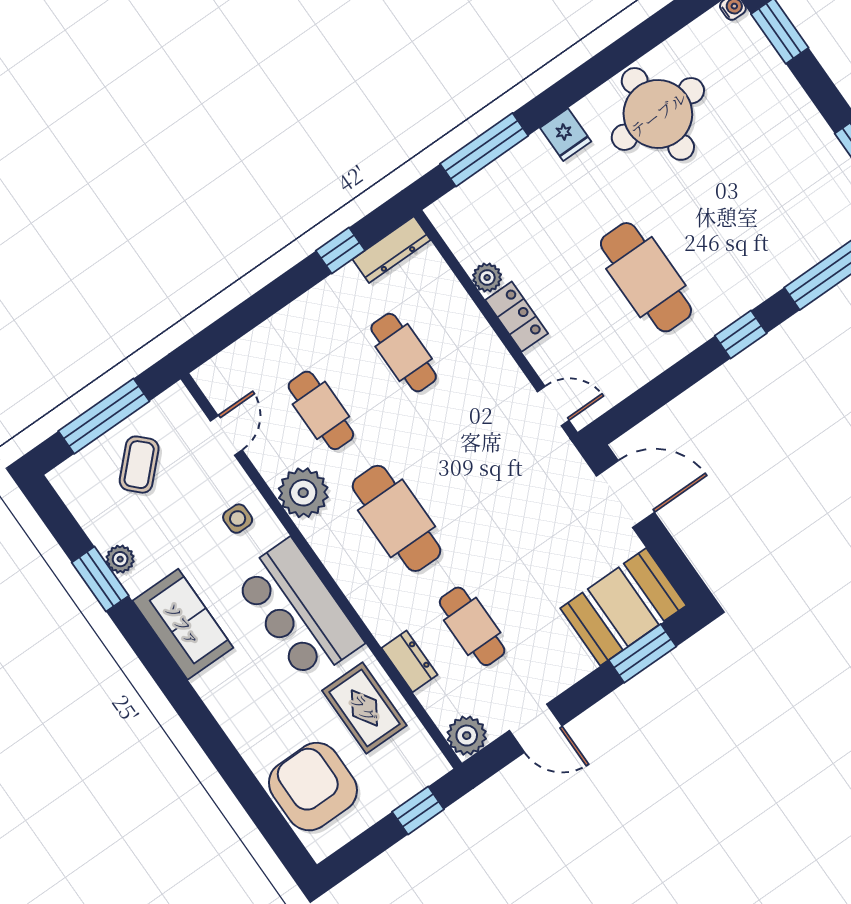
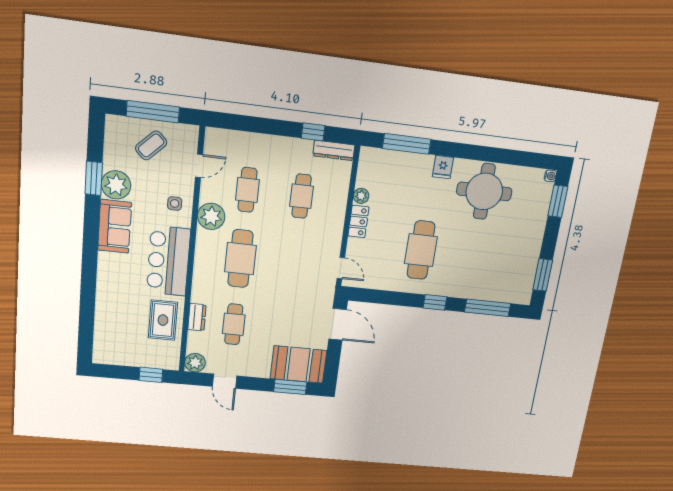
plant: (120, 559) -> (116, 185), width x1.87, depth x1.87
armchair: (313, 787) -> (115, 333), removed

